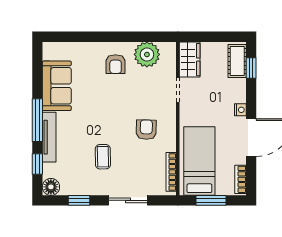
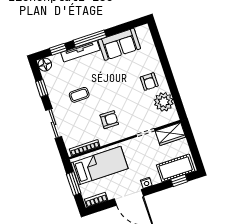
cot: (237, 61) -> (176, 168), width x1.37, depth x1.34
armchair: (116, 64) -> (149, 82), turned -90

